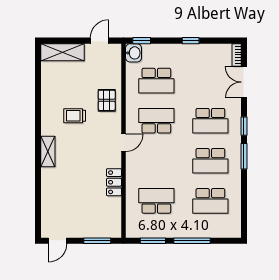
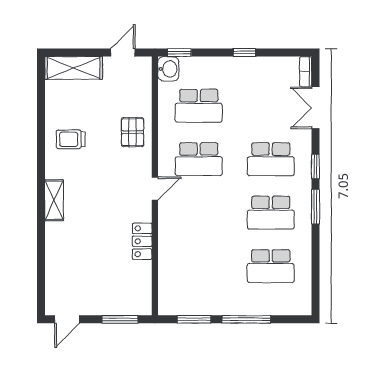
trolley: (75, 116) -> (71, 139), moved
school desk: (156, 121) -> (199, 159), turned 180
school desk: (156, 201) -> (199, 266), removed

